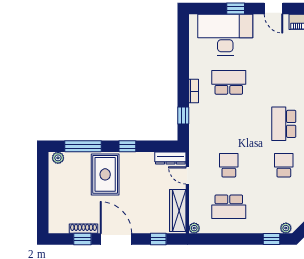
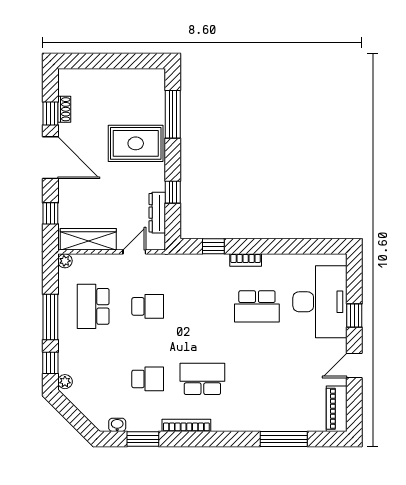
school desk: (229, 82) -> (257, 306), turned 90
window: (127, 146) -> (173, 192), moved
plant: (58, 158) -> (158, 81), removed
dresser: (170, 158) -> (157, 213), moved
shoe rack: (84, 229) -> (64, 109), width x0.70
door: (116, 239) -> (50, 158), hinge flipped
window: (237, 239) -> (50, 317), added

